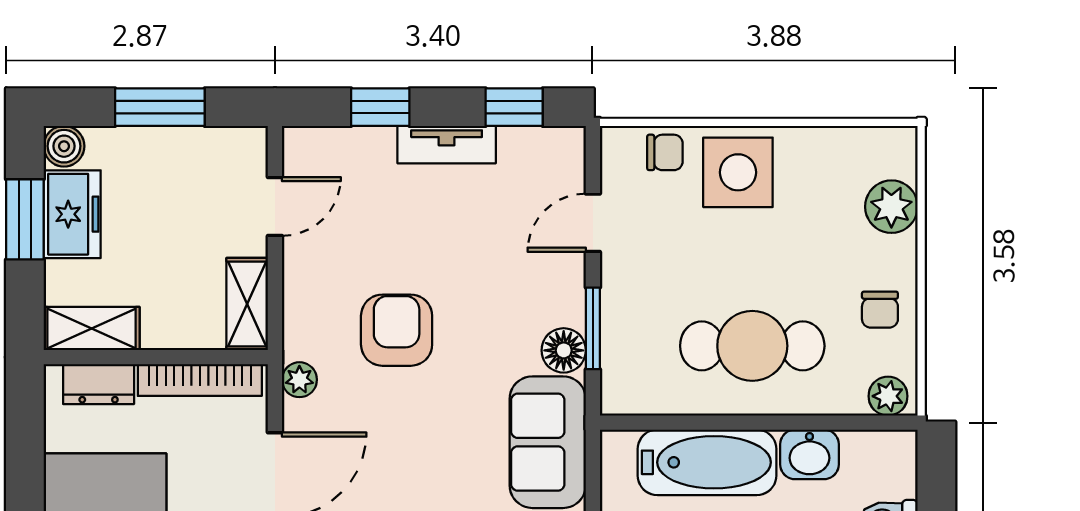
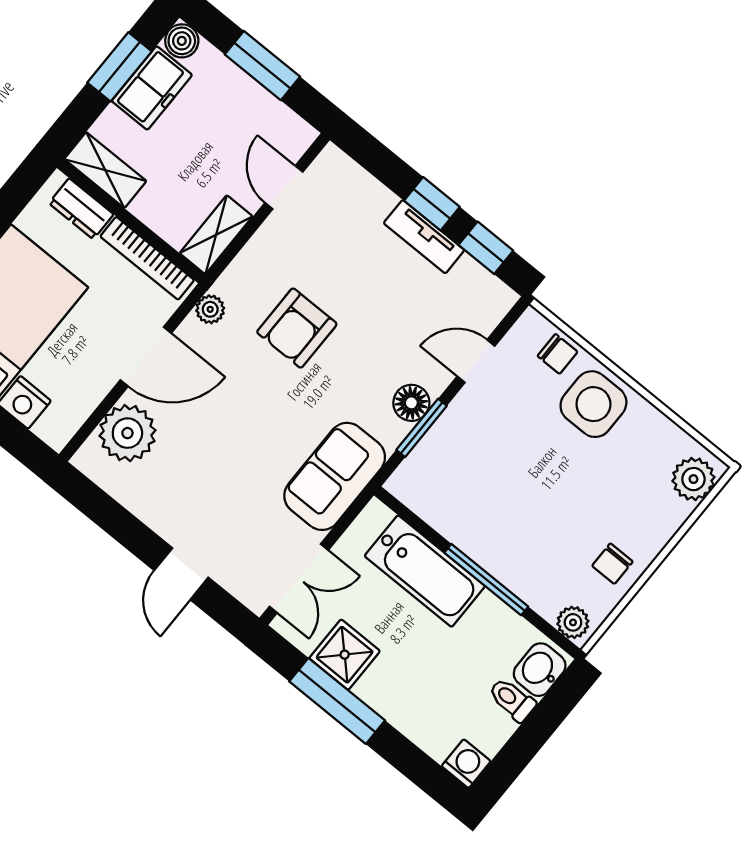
window: (380, 107) -> (432, 204), moved
door: (275, 206) -> (284, 187), swing flipped
plant: (891, 207) -> (693, 479), moved
armchair: (397, 330) -> (297, 328), turned 180
cafe table: (752, 346) -> (513, 521), removed
floor lamp: (564, 350) -> (411, 403), moved
window: (772, 423) -> (486, 580), added
washbasin: (809, 454) -> (540, 670), moved, turned 90

